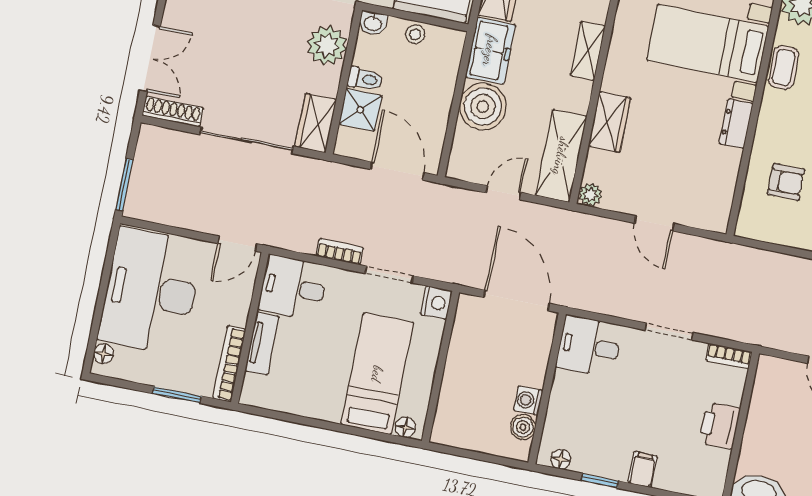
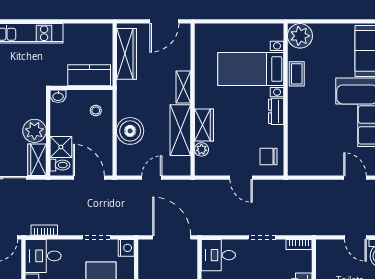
stool: (415, 34) -> (96, 110), moved
plant: (327, 45) -> (34, 131), moved
freezer: (490, 51) -> (128, 98), removed
toilet: (365, 79) -> (60, 165), moved
shelving: (561, 156) -> (180, 130), moved
armchair: (786, 182) -> (311, 139), removed
plant: (590, 195) -> (201, 149), moved
chair: (708, 197) -> (268, 157), added
bookcase: (340, 252) -> (44, 230), moved

